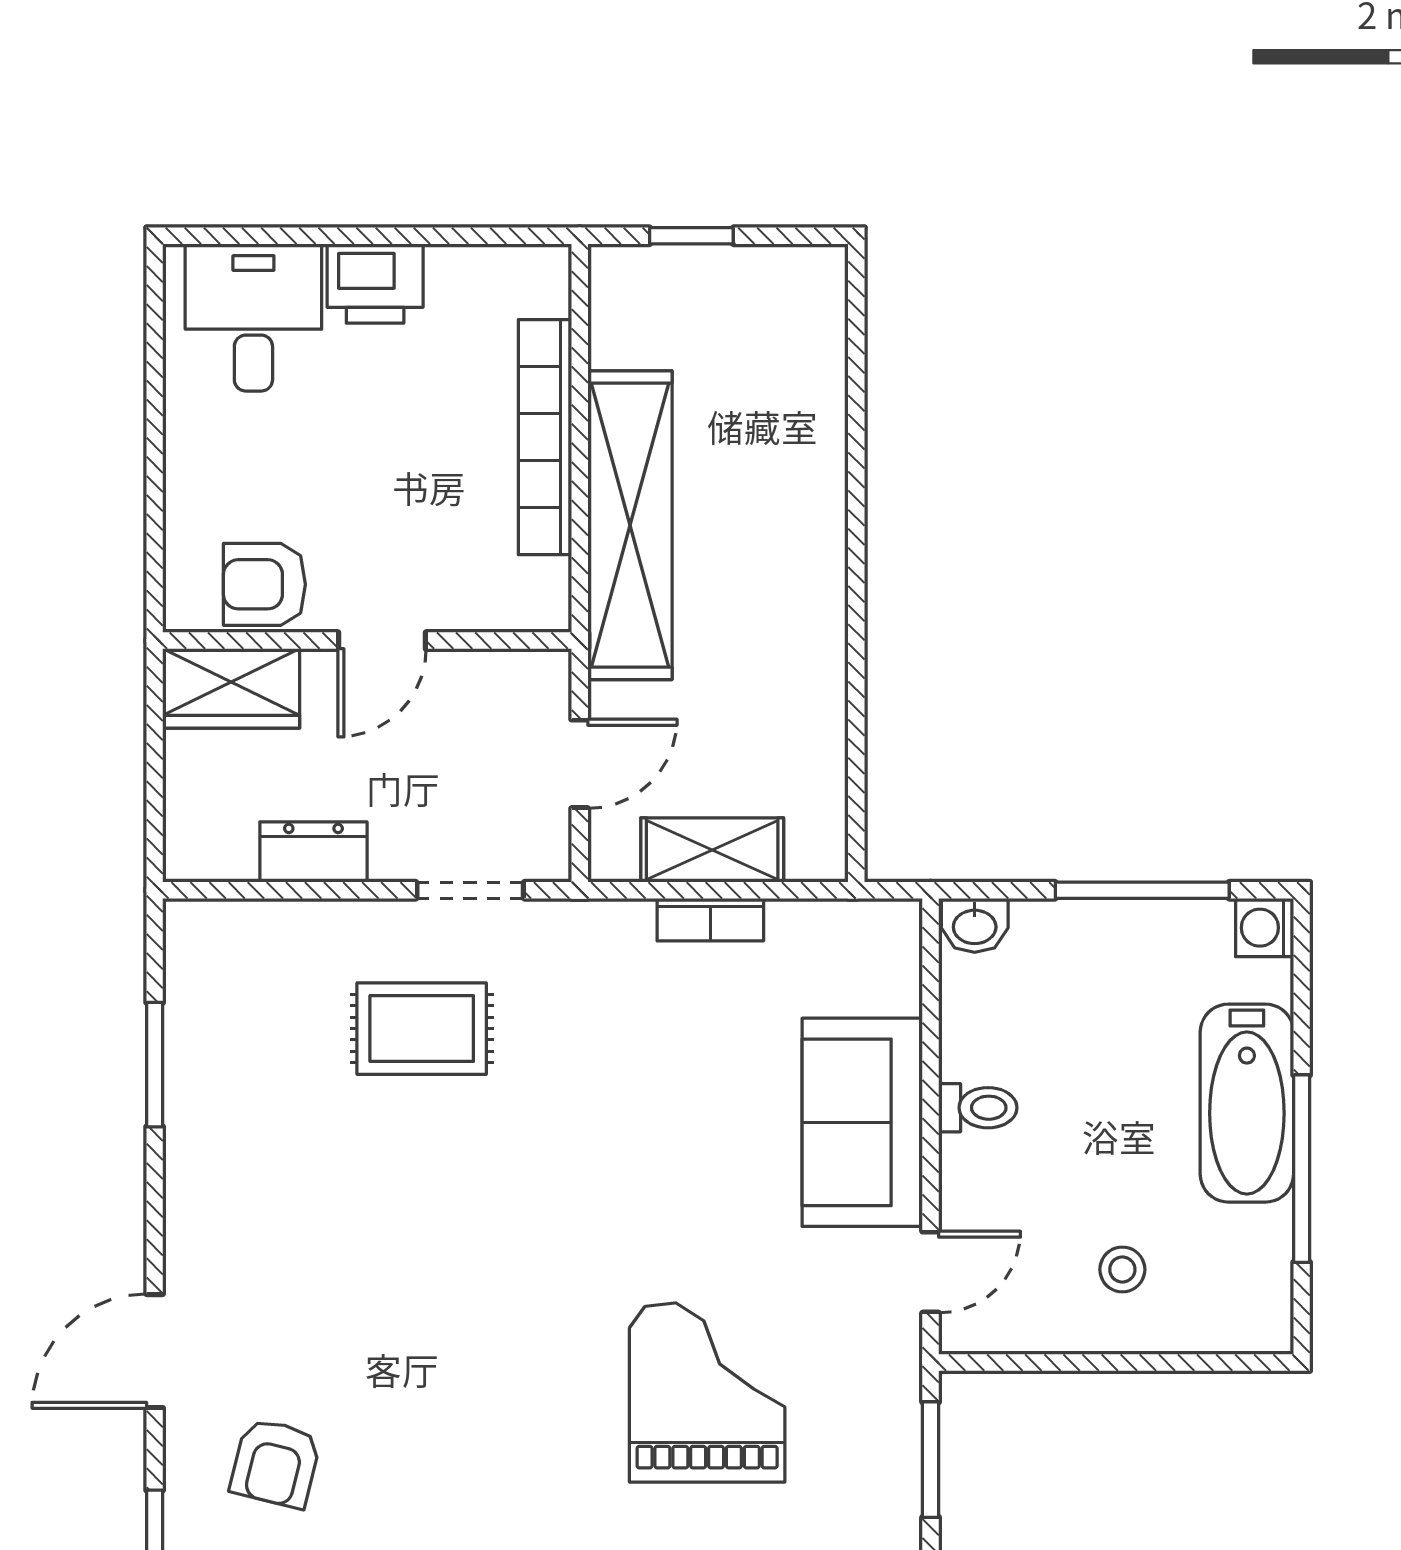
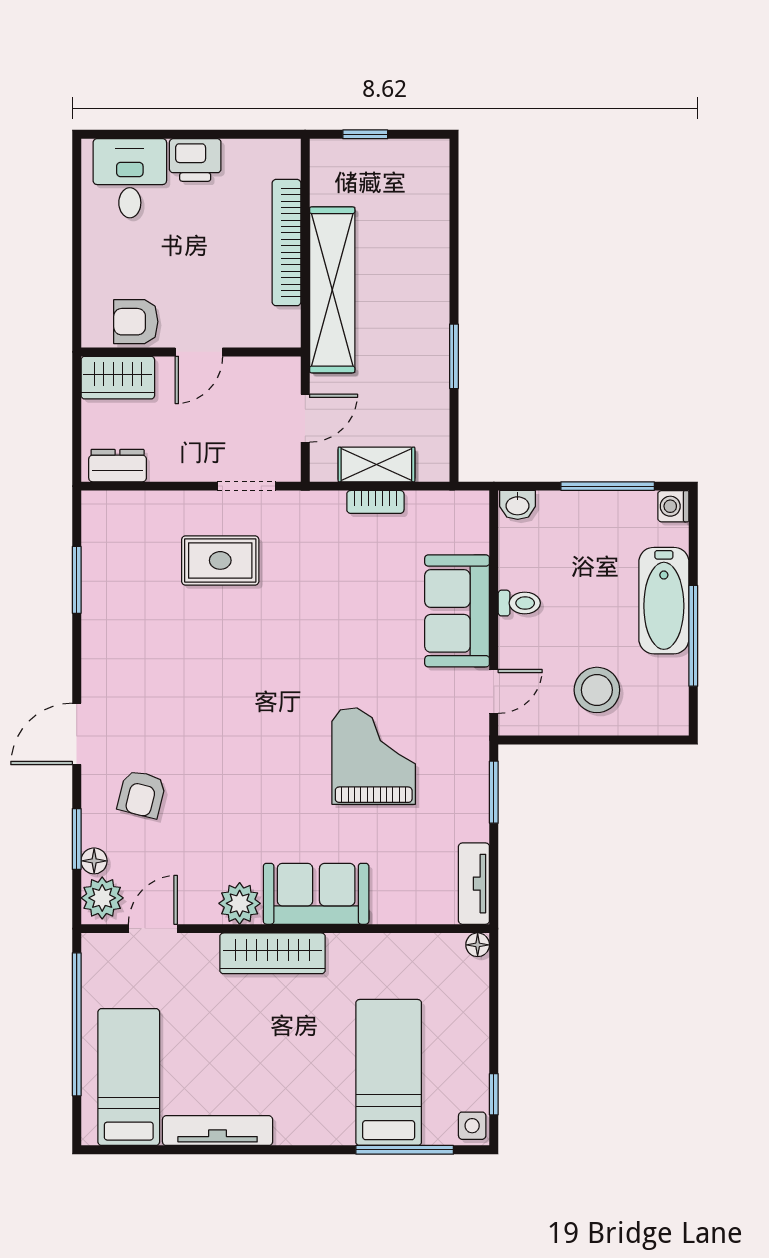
window: (856, 649) -> (454, 356), added
dresser: (313, 852) -> (118, 466), moved
stool: (1122, 1269) -> (597, 690), width x1.89, depth x1.89

